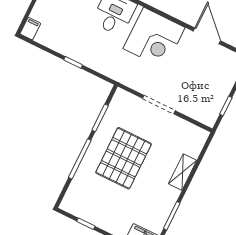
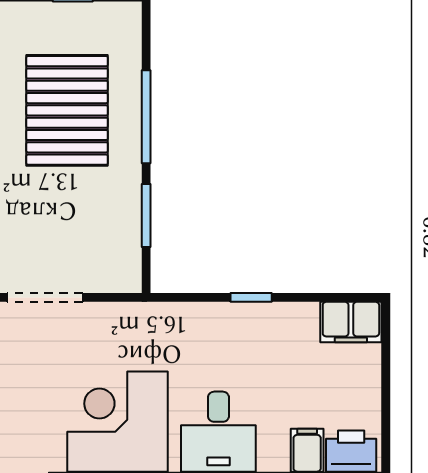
filing cabinet: (30, 29) -> (351, 322), width x2.00
pallet: (124, 158) -> (67, 110), moved

